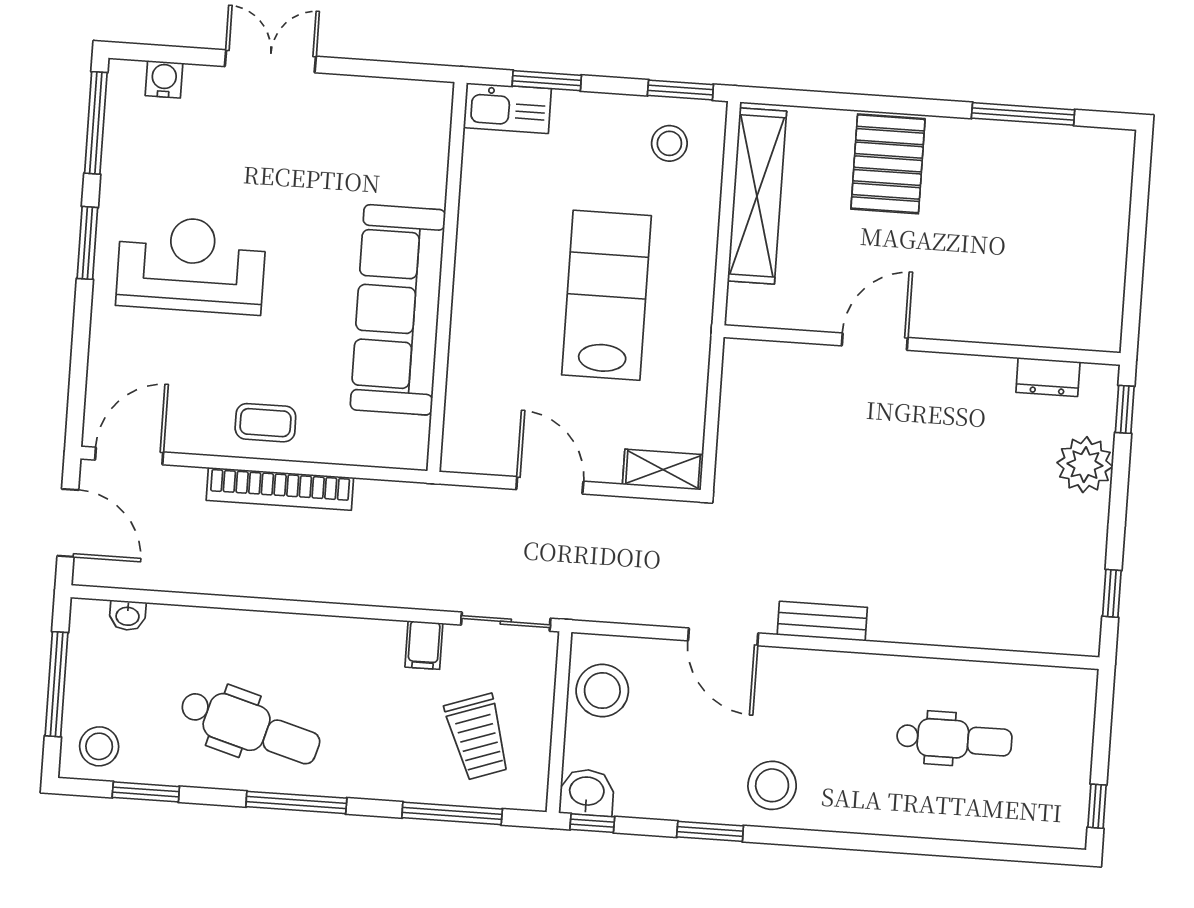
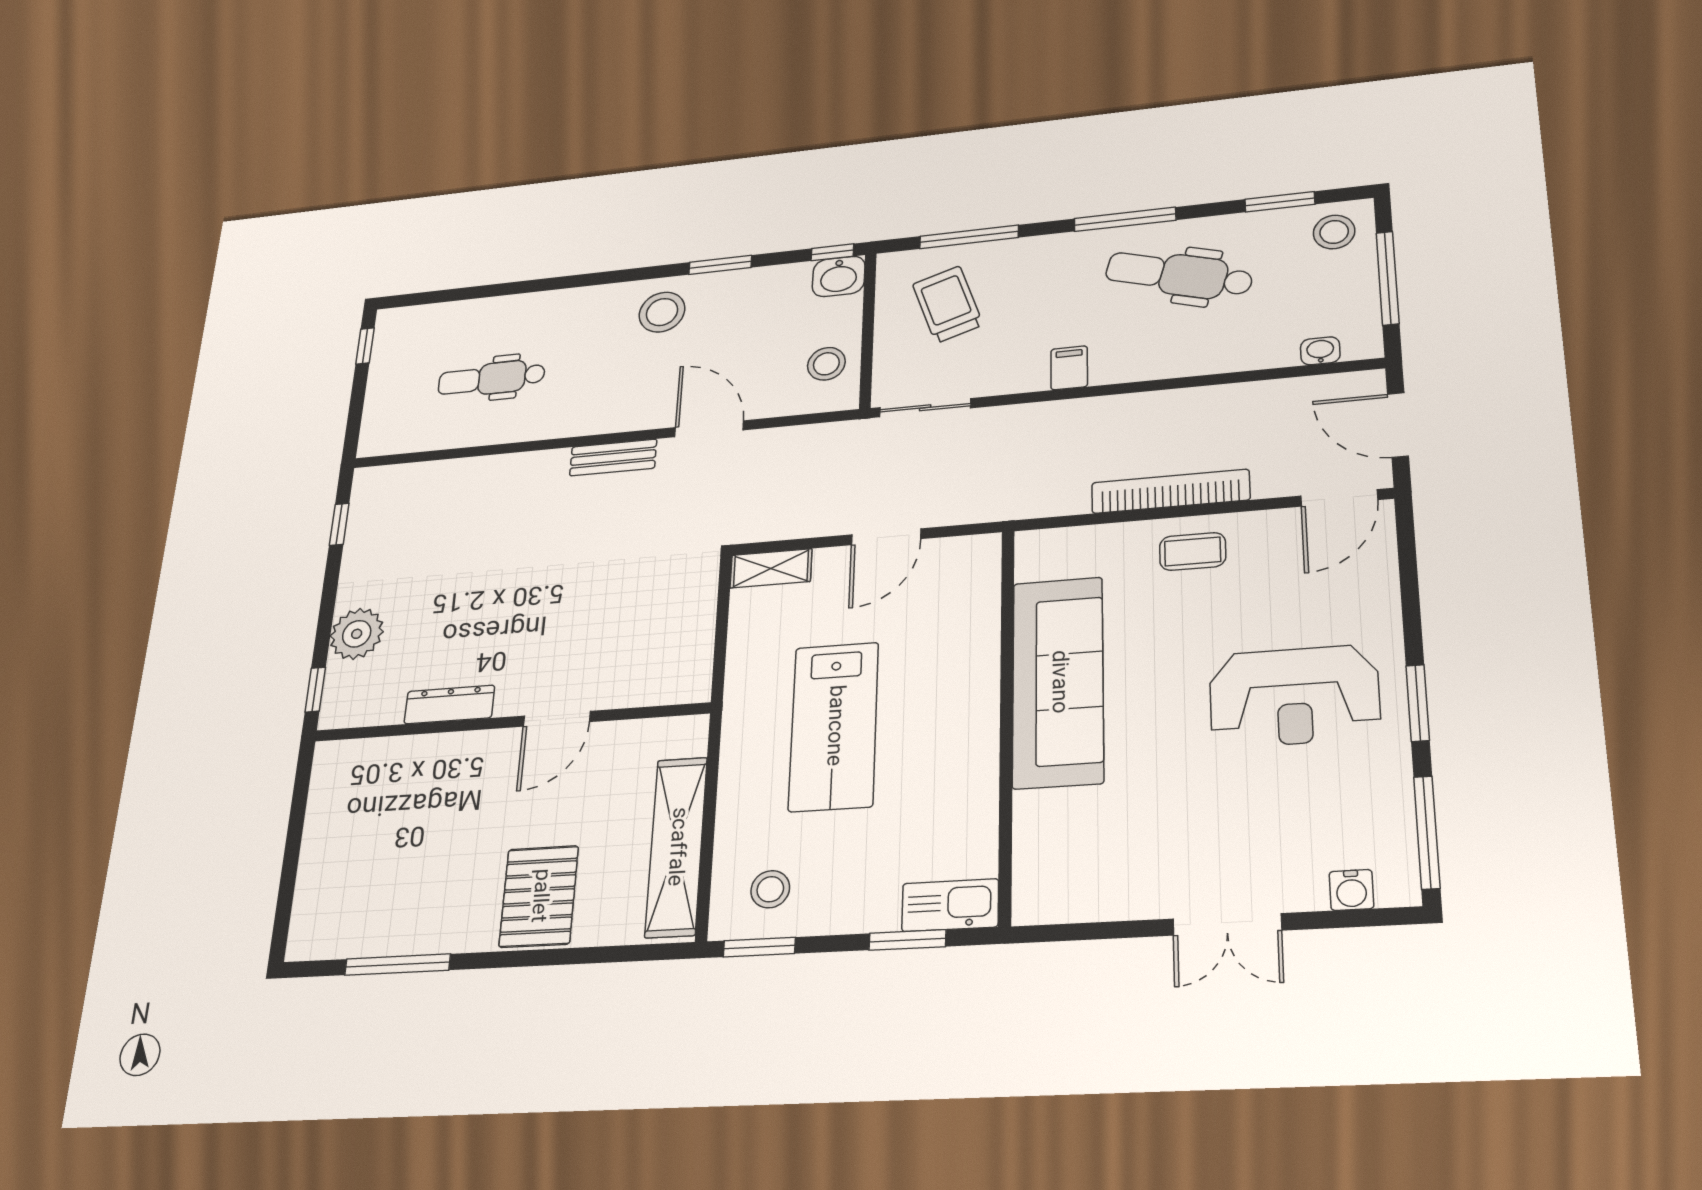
dresser: (1048, 377) -> (449, 705), moved, width x1.44
door: (550, 485) -> (886, 537), hinge flipped
filing cabinet: (424, 645) -> (1069, 368), moved
stool: (602, 691) -> (826, 364), width x0.73, depth x0.73

